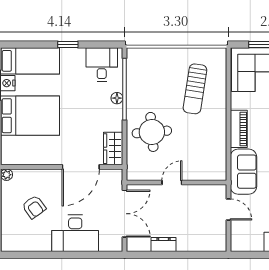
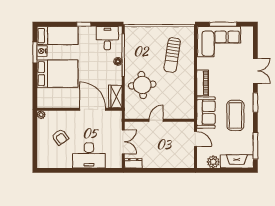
door: (81, 167) -> (93, 109), swing flipped
double door: (125, 214) -> (123, 142), width x0.73
plant: (254, 243) -> (213, 162), added
dresser: (164, 245) -> (133, 163), moved

